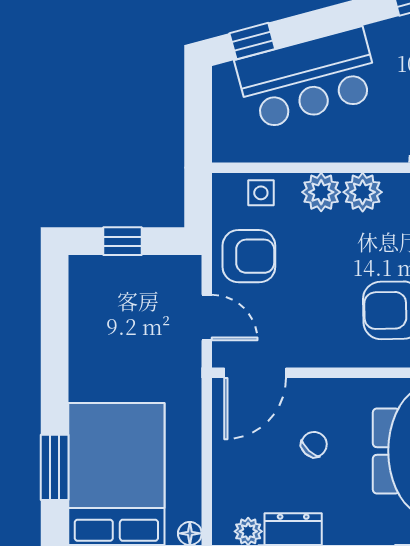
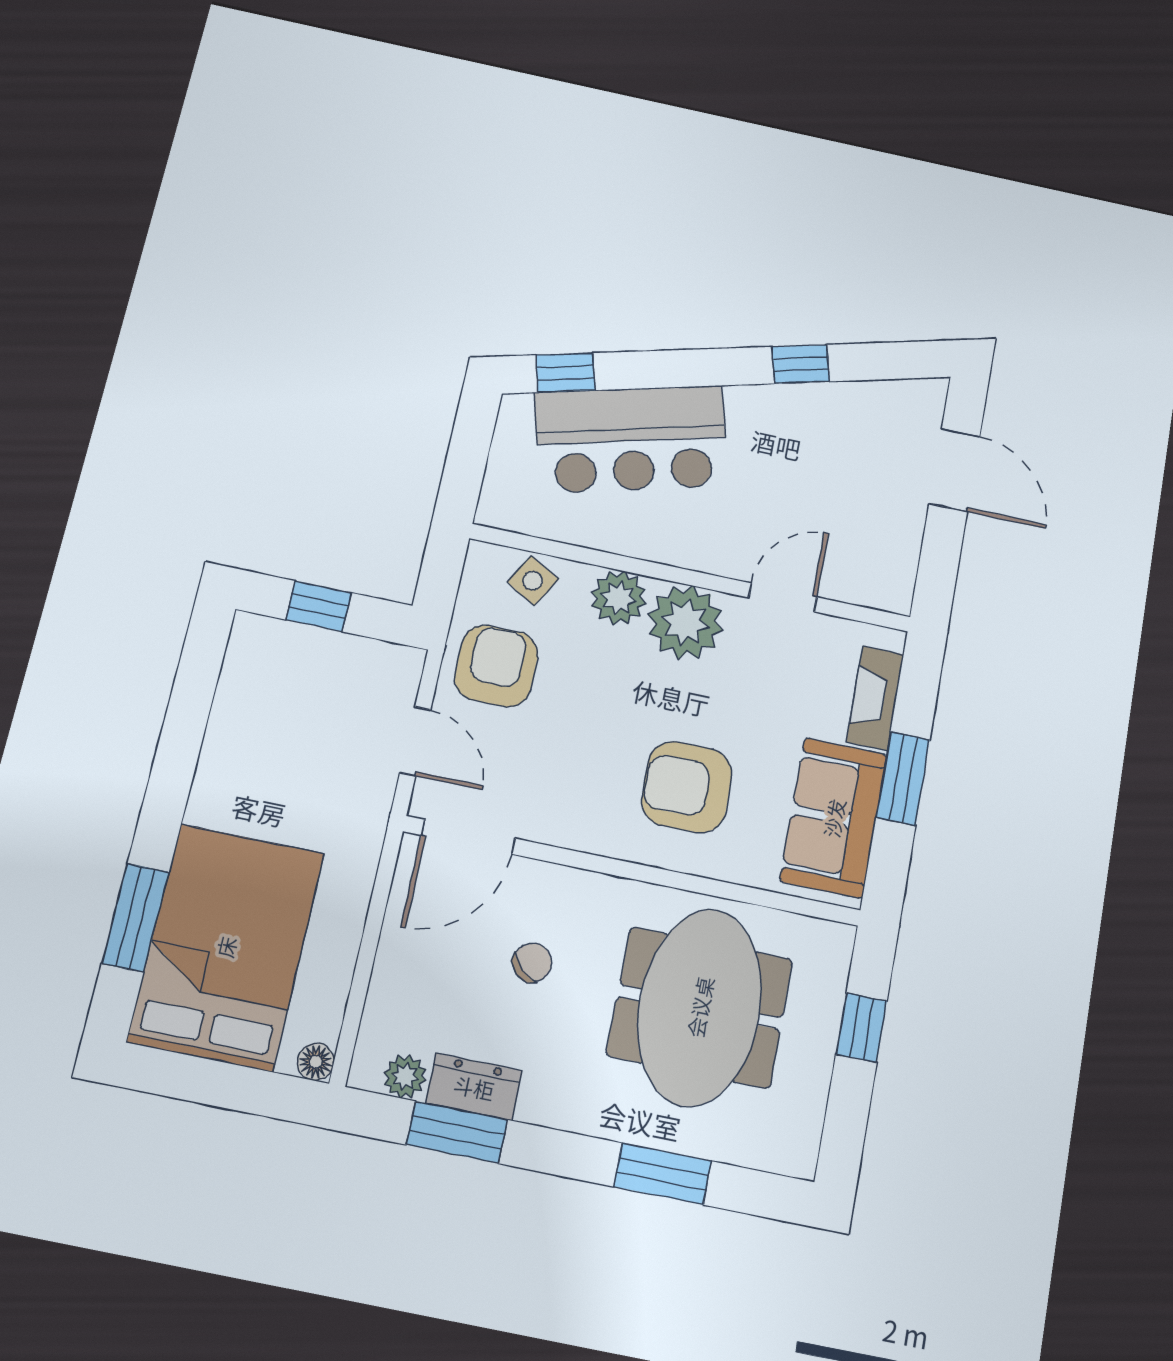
plant: (363, 192) -> (685, 622), width x1.36, depth x1.36
side table: (261, 193) -> (533, 581), turned 30
armchair: (249, 256) -> (496, 666), turned -90

